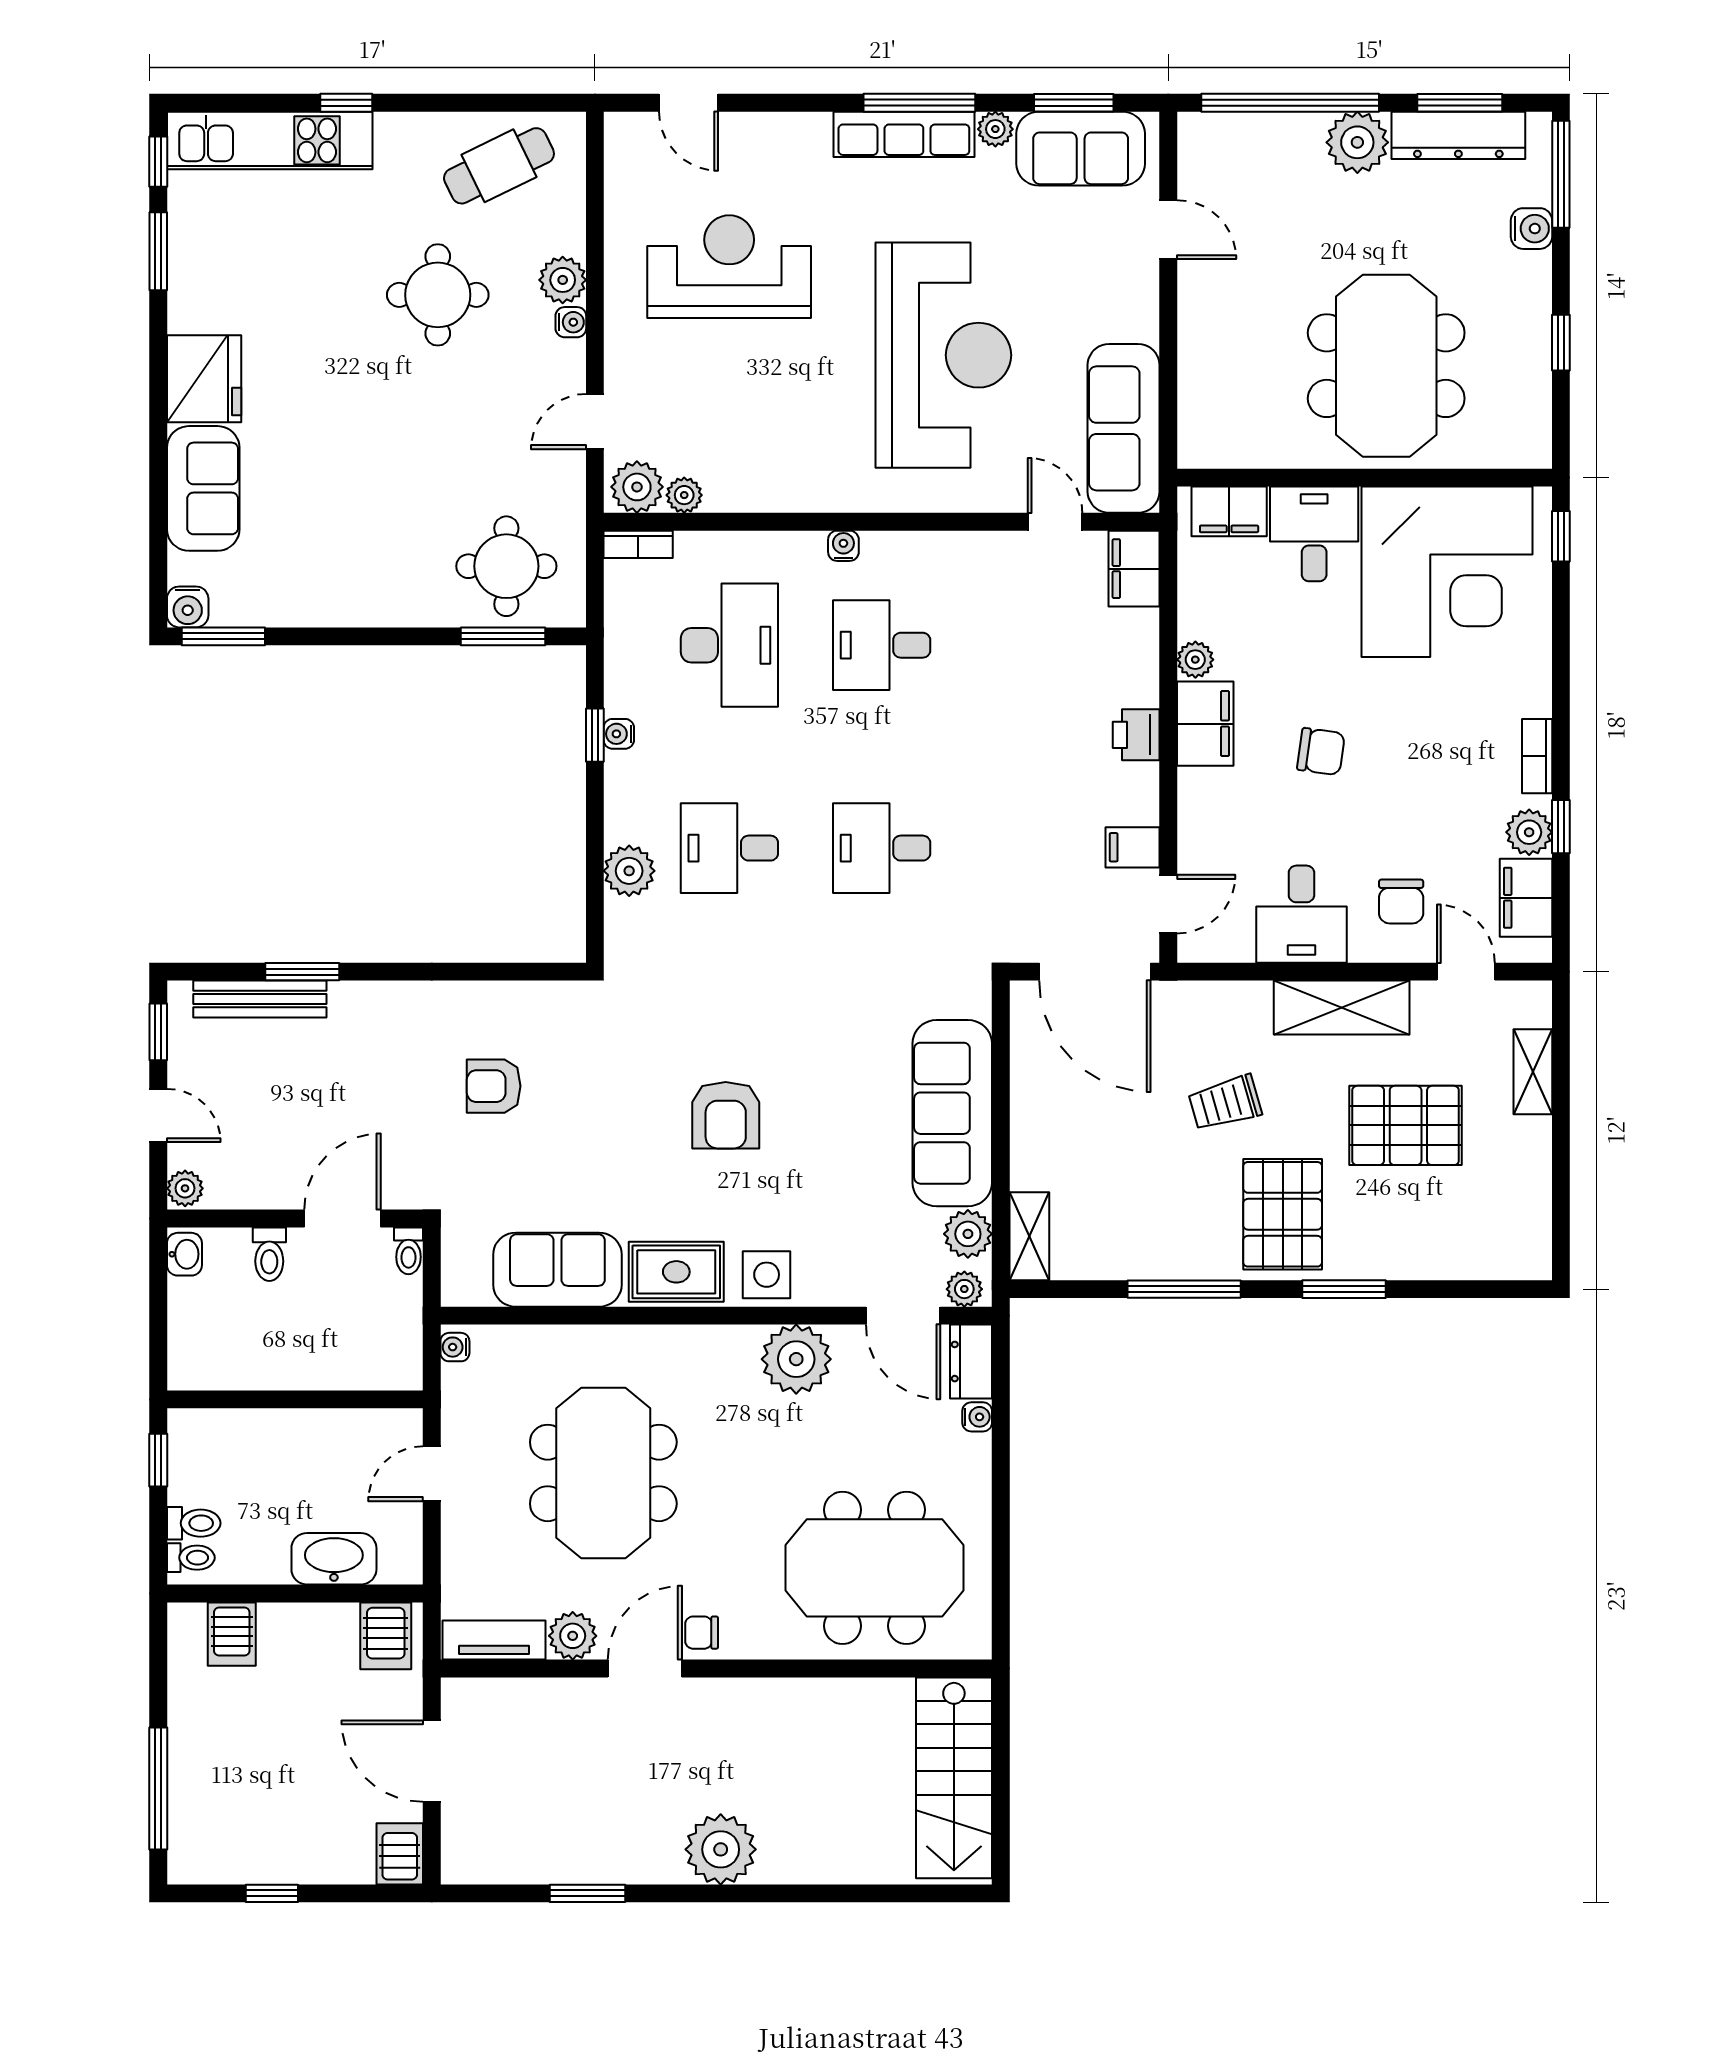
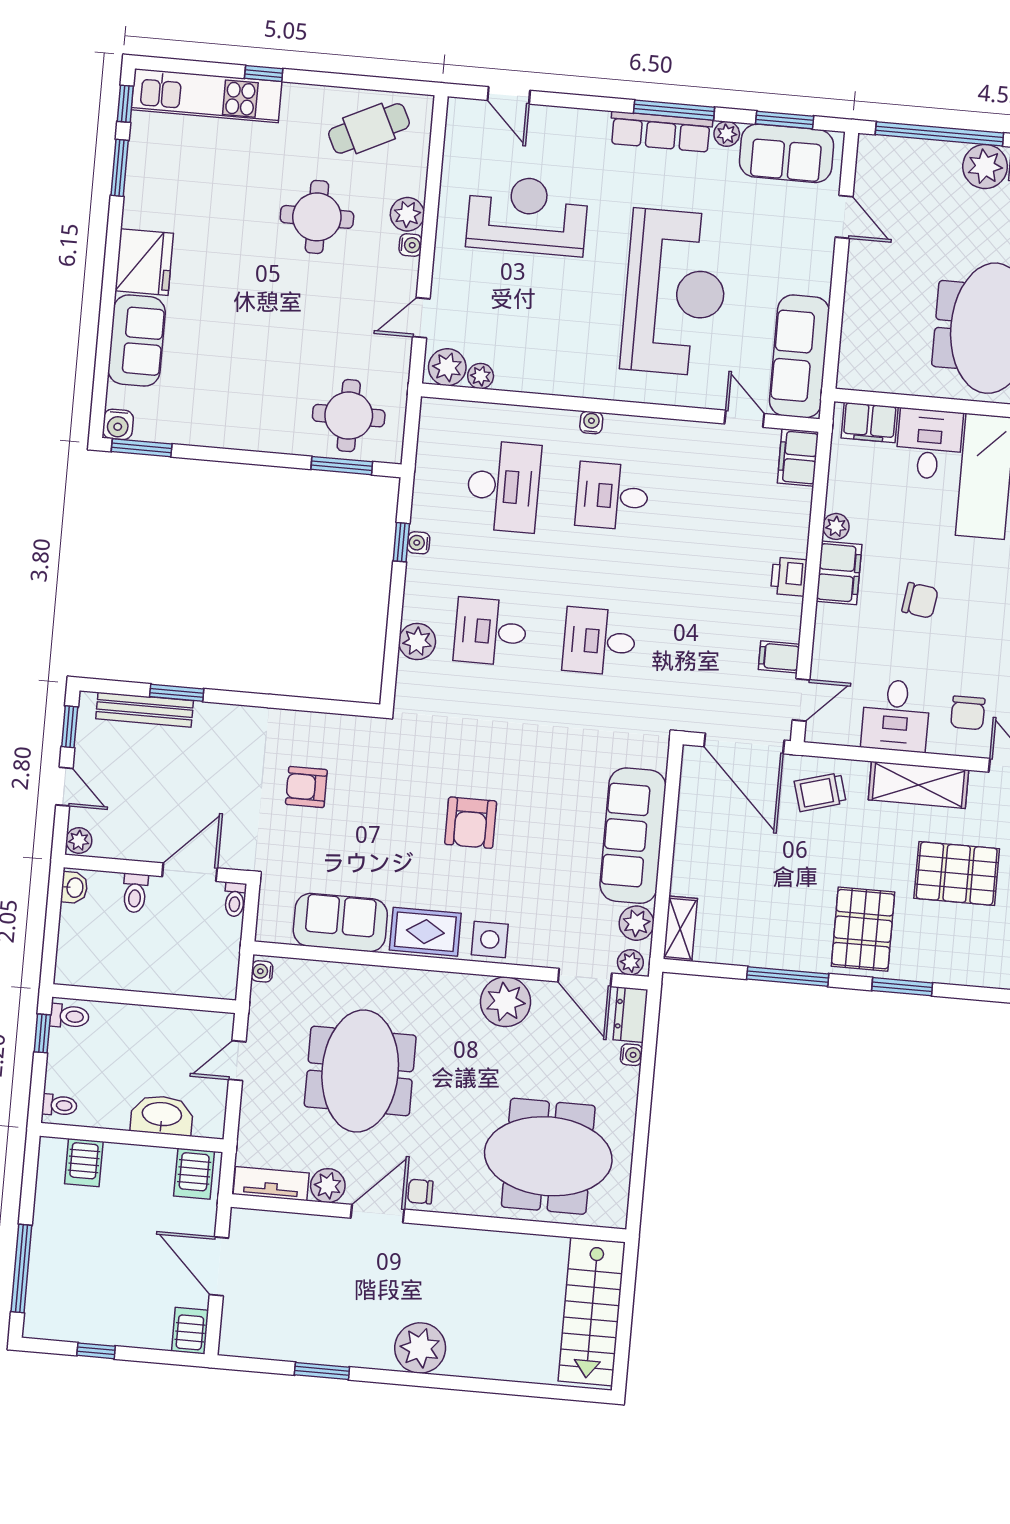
bookcase: (638, 544) -> (444, 408), removed
trolley: (1225, 1103) -> (820, 792), moved
toilet: (194, 1523) -> (69, 1016), moved

